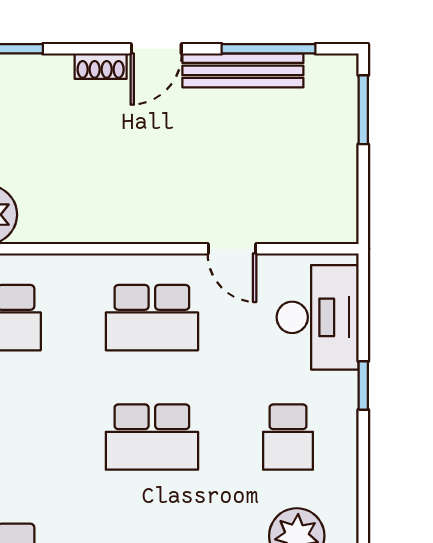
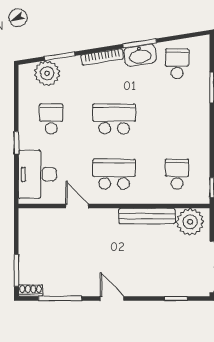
door: (156, 49) -> (112, 298), hinge flipped
shoe rack: (101, 66) -> (31, 290), moved
bench: (243, 70) -> (147, 216), moved

